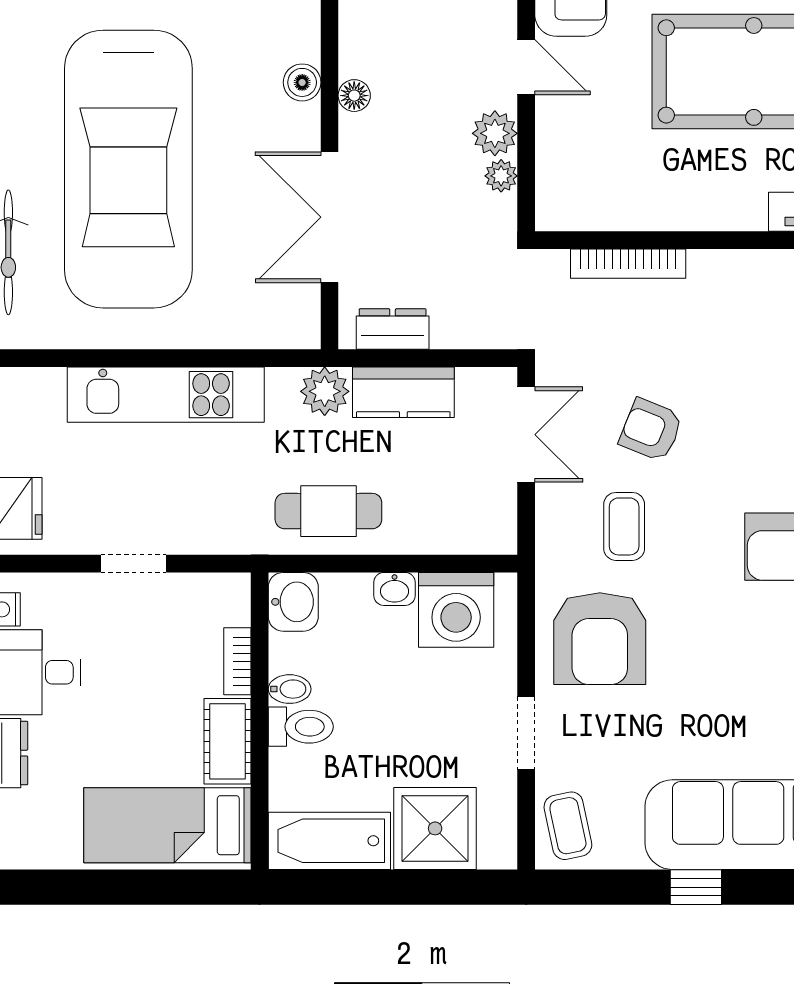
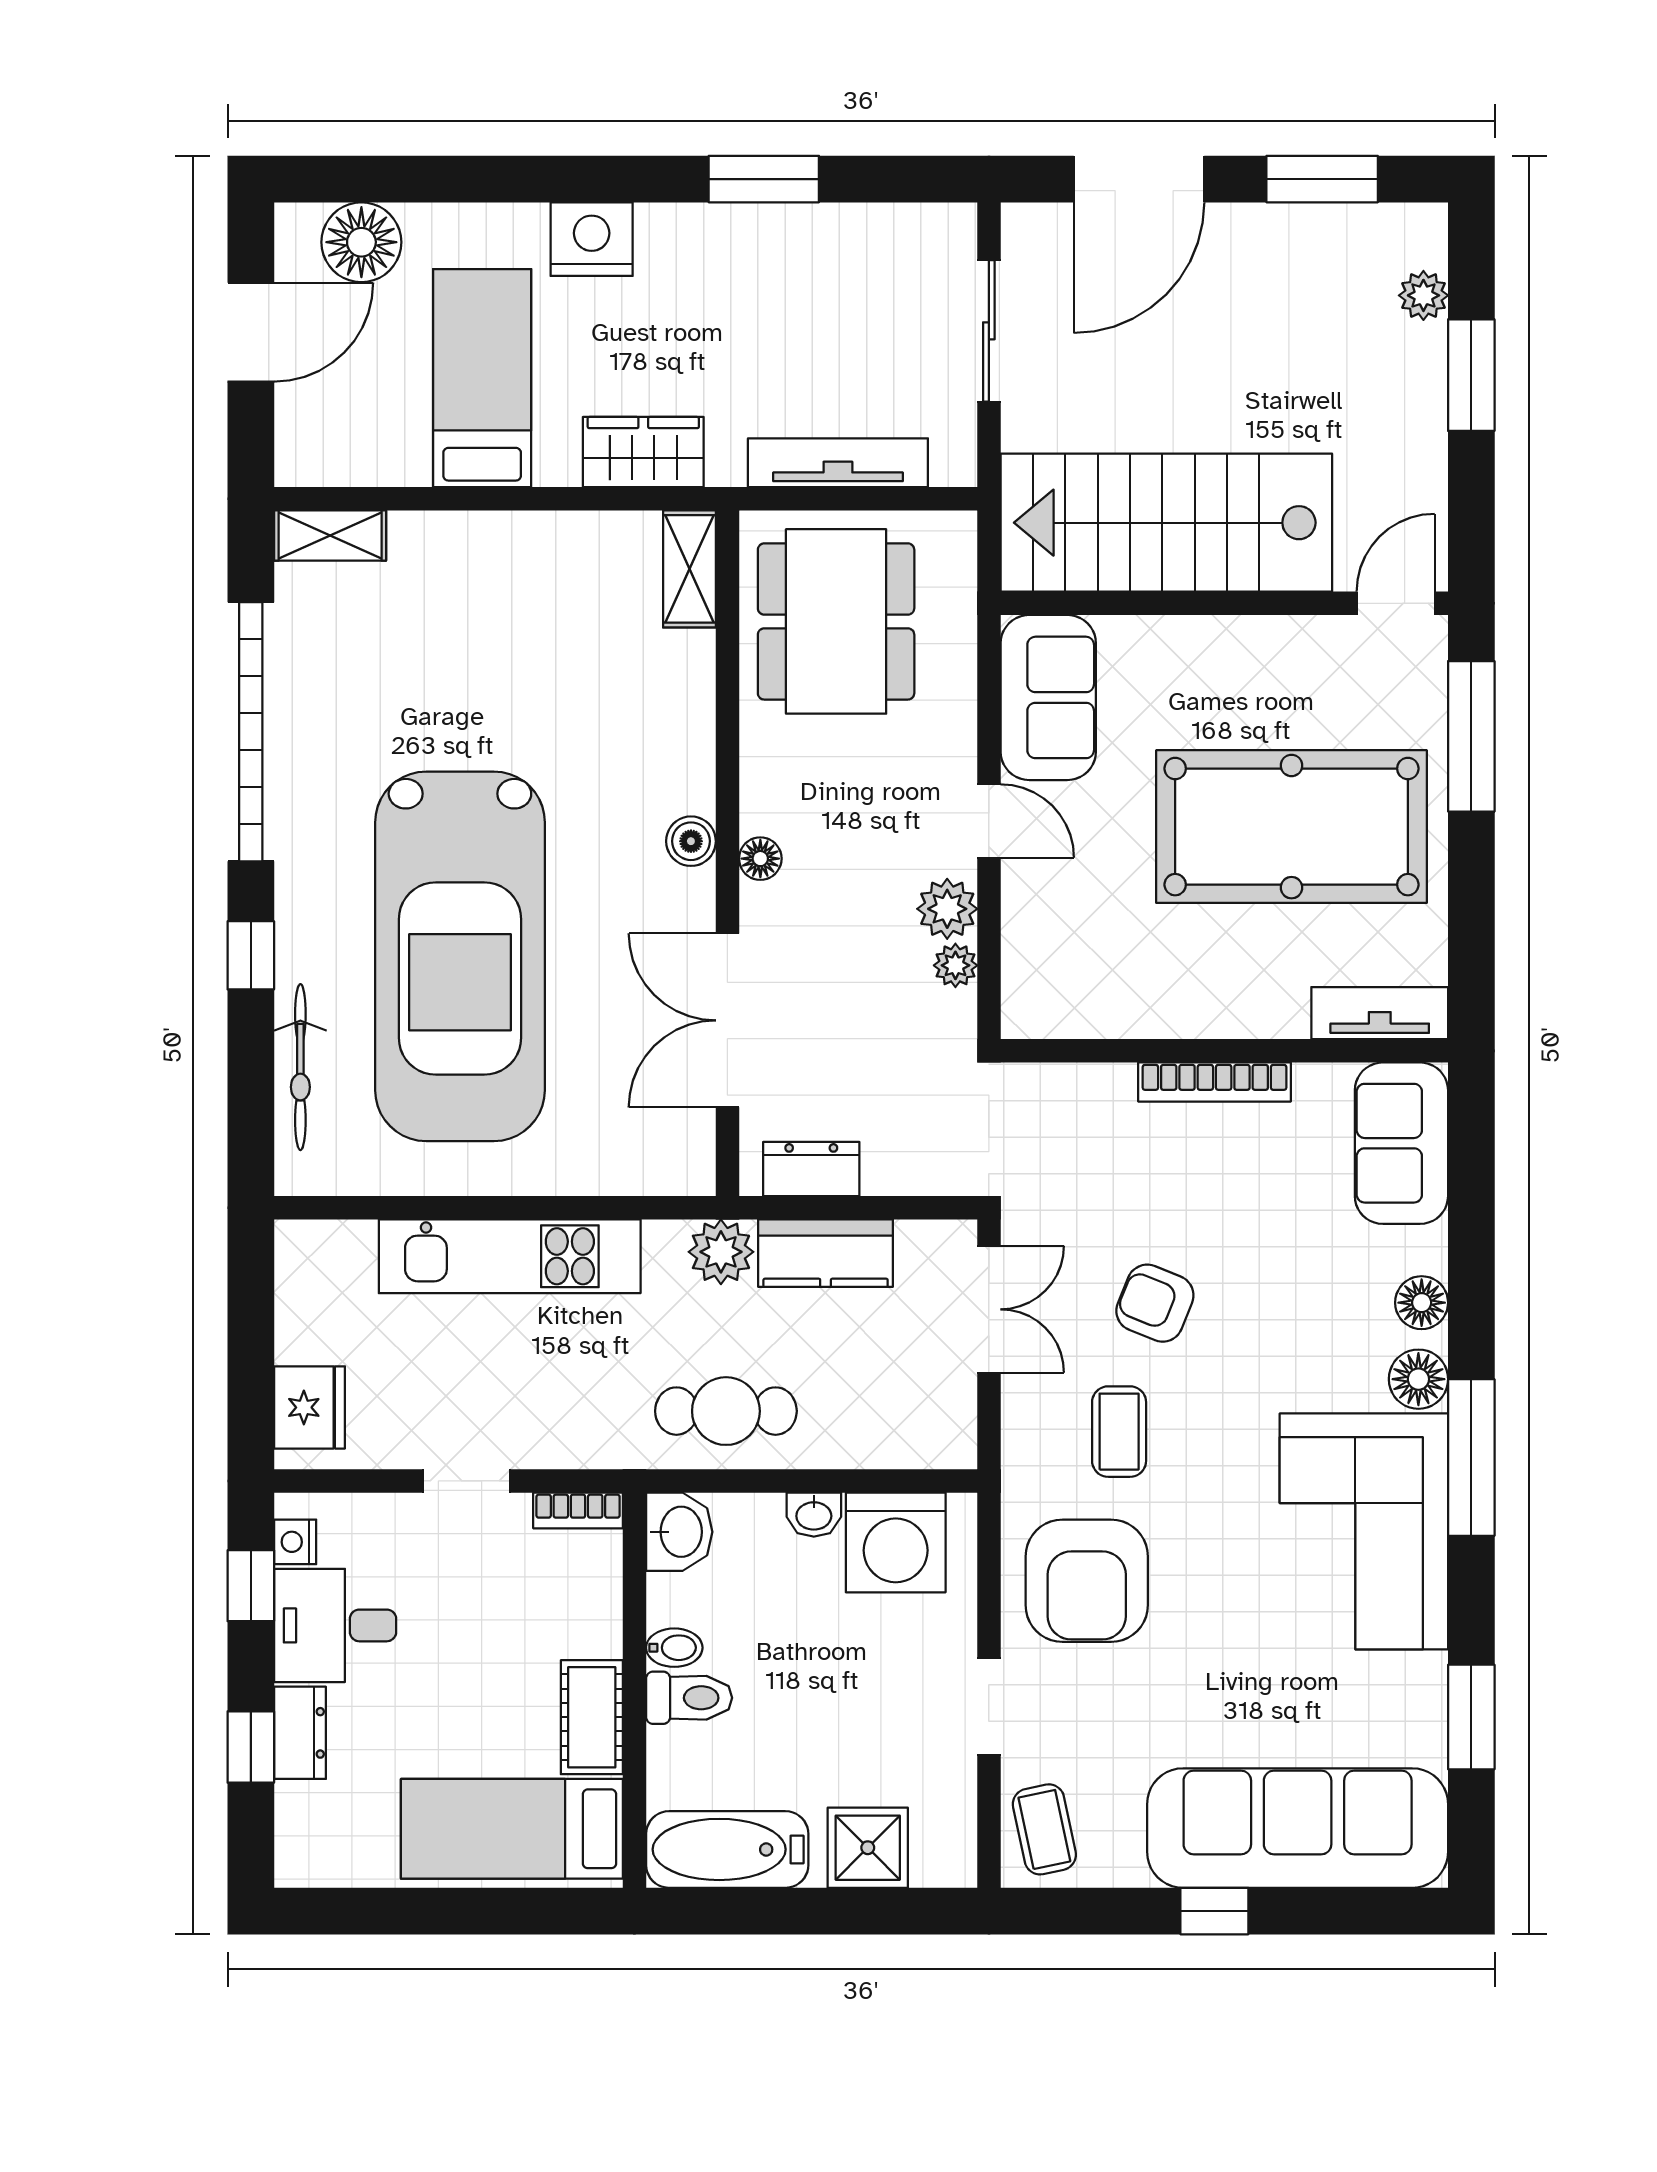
bookcase: (628, 264) -> (1214, 1082), moved
bookcase: (237, 661) -> (578, 1510), moved, turned -90
shower: (435, 828) -> (868, 1848), width x0.73, depth x0.73

